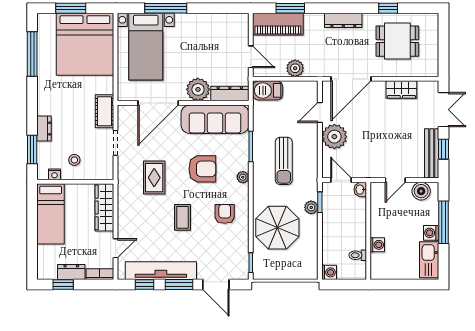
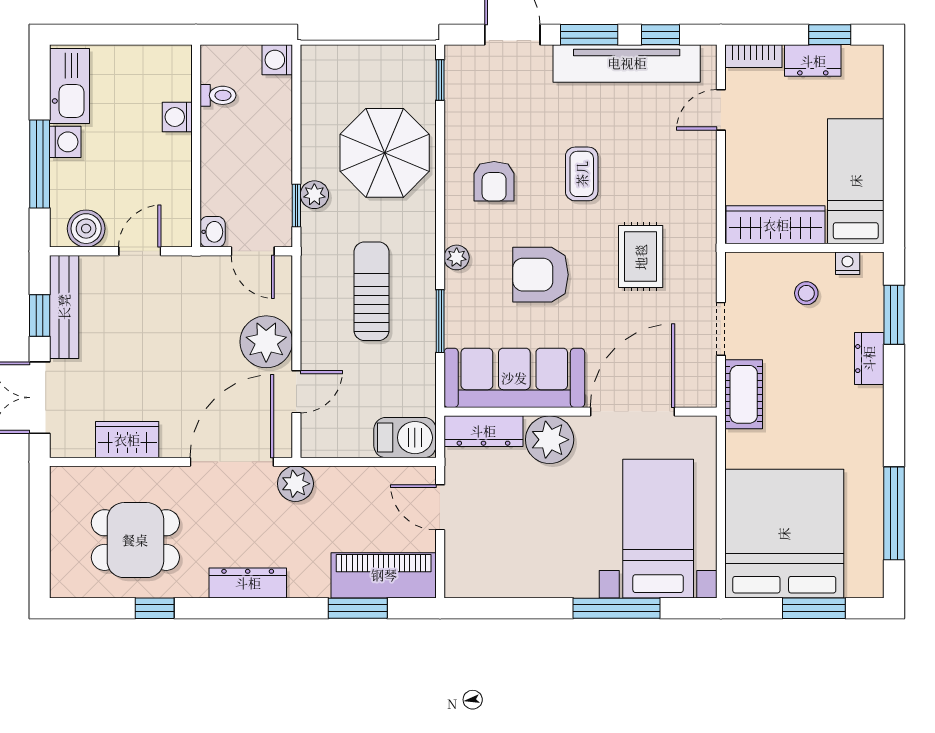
plant: (295, 68) -> (295, 484), moved
wardrobe: (104, 207) -> (776, 225), moved, turned -90

